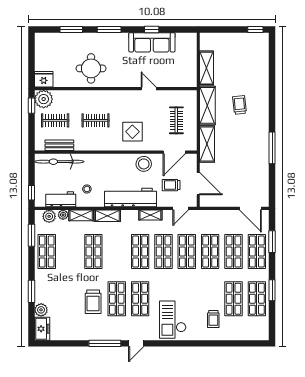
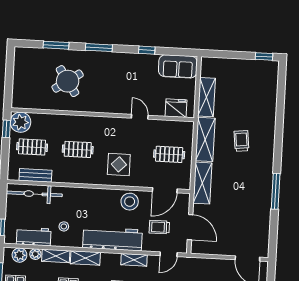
sofa: (152, 42) -> (178, 66), moved, width x0.73
round table: (91, 68) -> (68, 81), moved, turned -34
fridge: (44, 79) -> (176, 108), moved
clothes rail: (176, 120) -> (169, 154), turned 90

